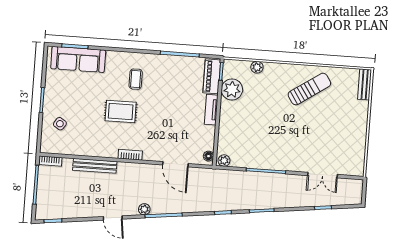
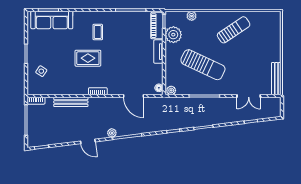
bench: (365, 84) -> (276, 79), moved, width x1.36
sun lounger: (267, 131) -> (203, 65), added

